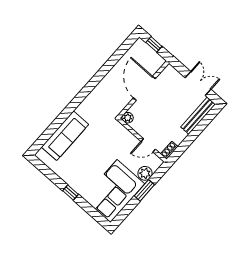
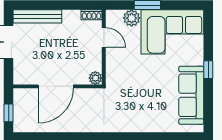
sofa: (65, 136) -> (191, 95), moved, turned -90

